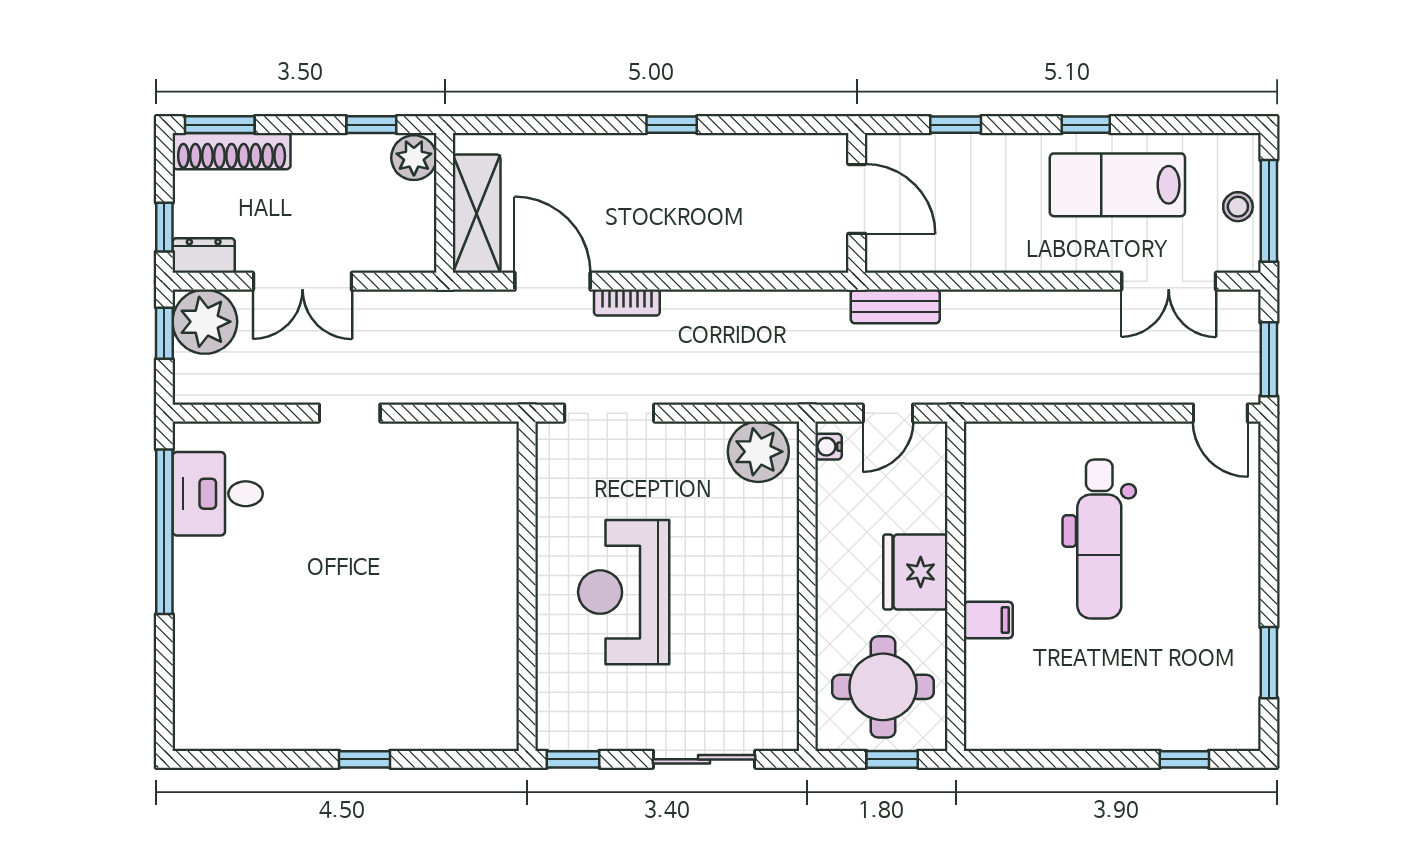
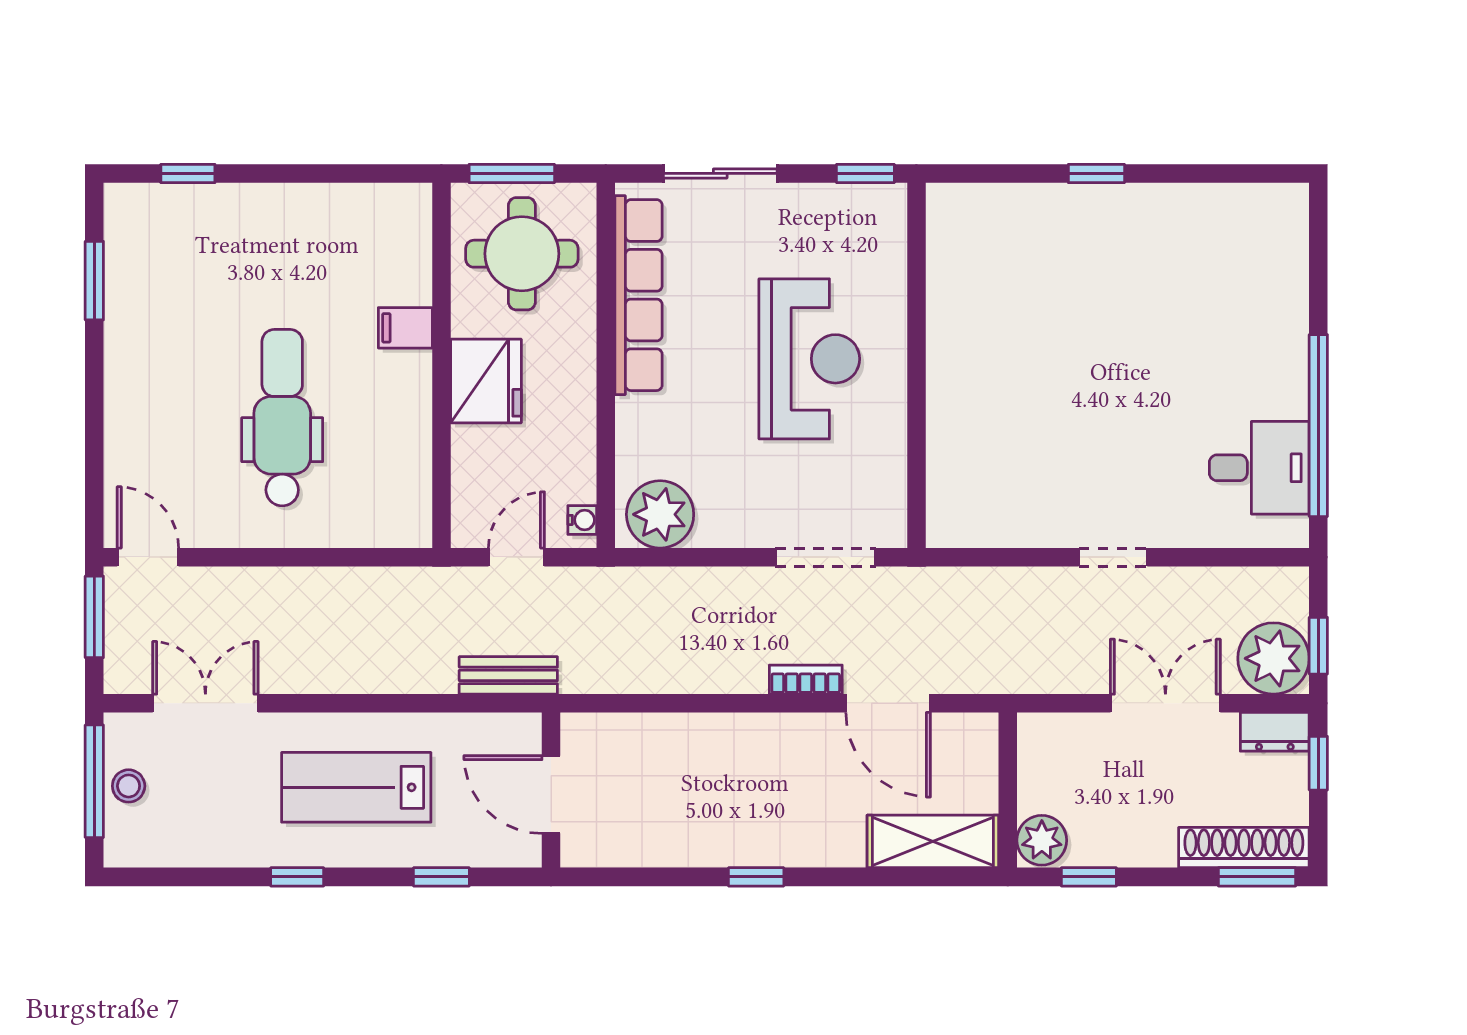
lab bench: (1117, 185) -> (356, 787), moved, turned 180
shelving: (477, 214) -> (933, 841), moved, turned 90
row of seats: (778, 650) -> (639, 295), added
window: (892, 759) -> (512, 173), width x1.50

